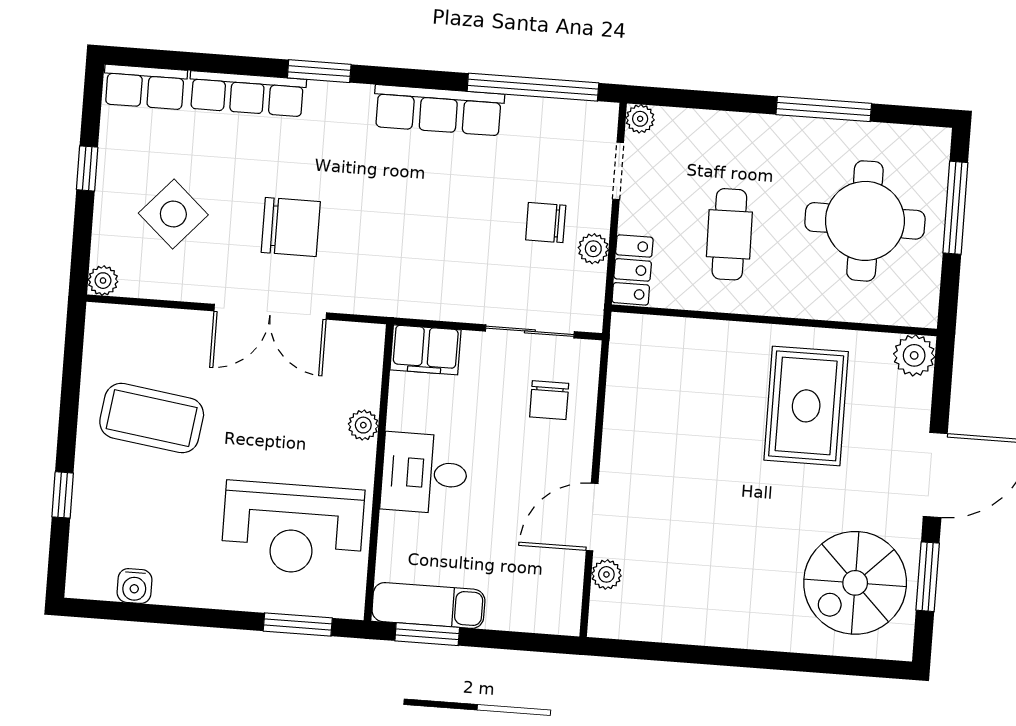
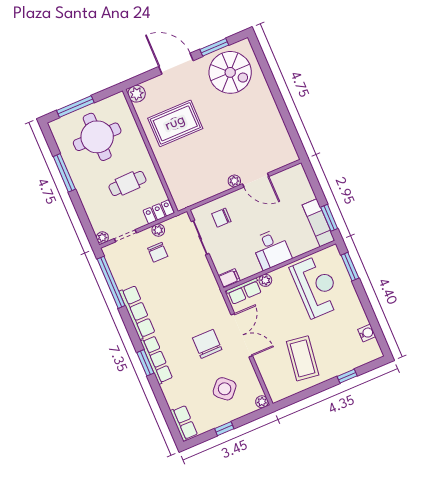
row of seats: (247, 94) -> (157, 360), moved
filing cabinet: (426, 350) -> (229, 278), width x0.50
row of seats: (364, 367) -> (244, 291), added
chair: (549, 400) -> (221, 218), turned 180
plant: (606, 574) -> (234, 181), moved

